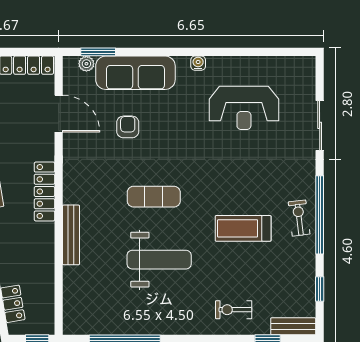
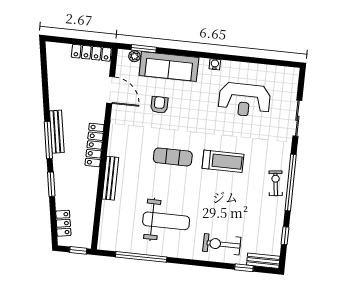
treadmill: (243, 228) -> (223, 161), moved, turned 180
weight bench: (159, 260) -> (166, 221), moved
exercise bike: (234, 310) -> (222, 244), width x1.38, depth x1.39

